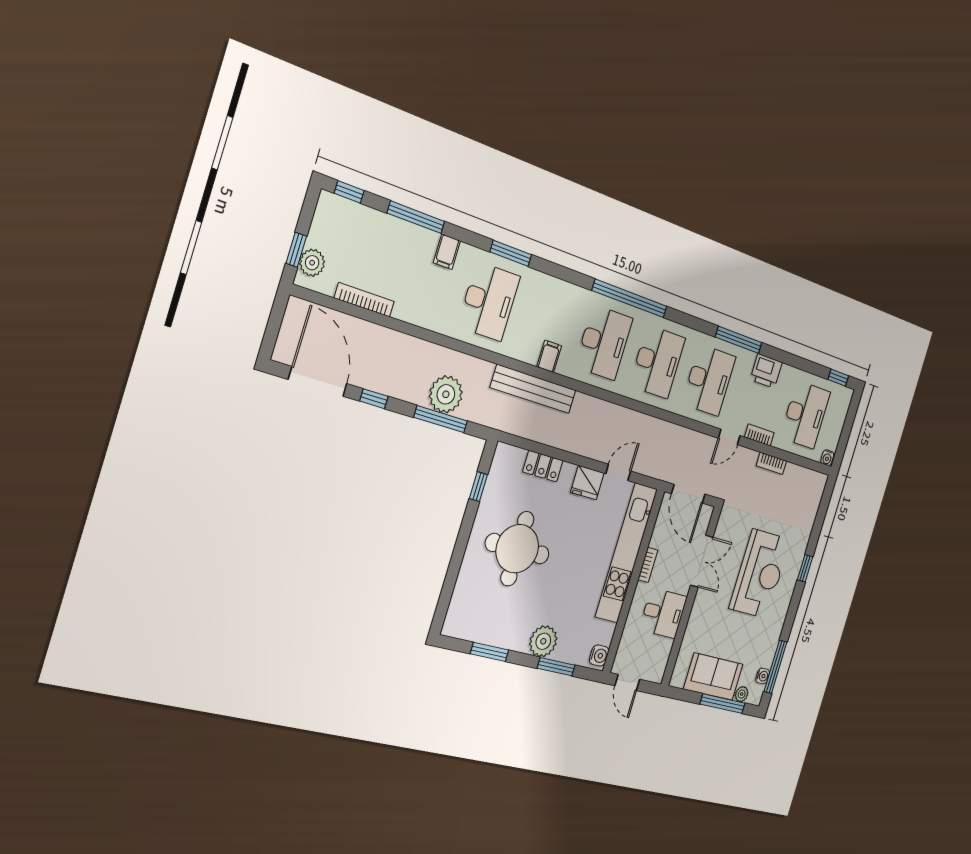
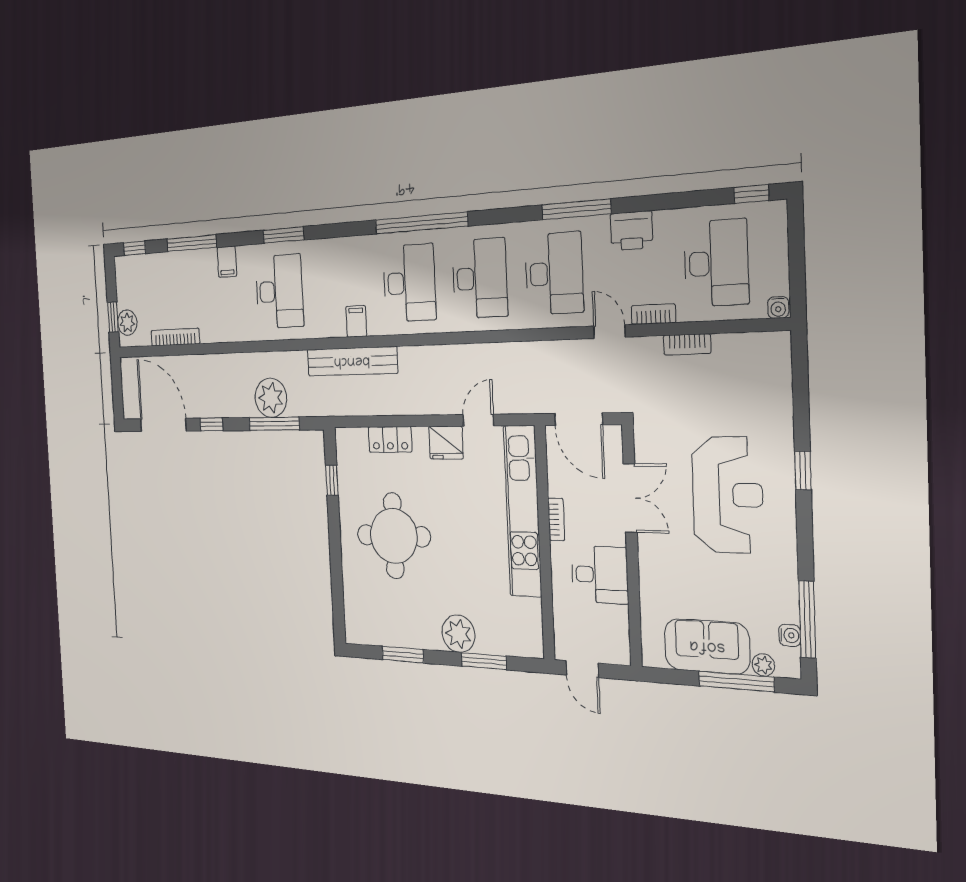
door: (729, 437) -> (609, 332), swing flipped
water cooler: (599, 655) -> (533, 641), removed

